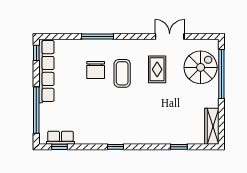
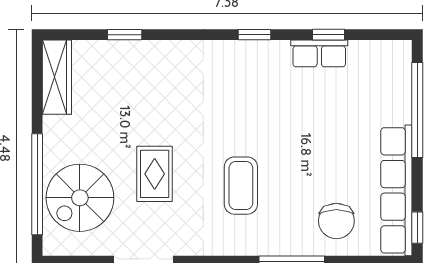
rug: (157, 69) -> (155, 174), moved
chair: (96, 70) -> (336, 221), moved, turned 180
row of seats: (60, 138) -> (319, 53), moved
window: (60, 147) -> (328, 35), moved

